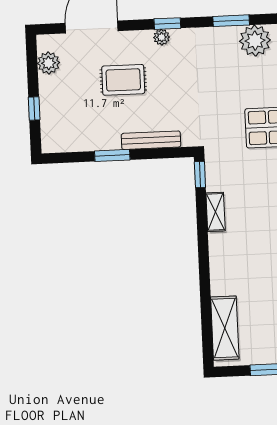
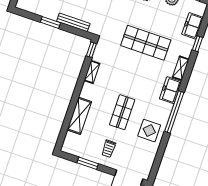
shelving: (225, 328) -> (79, 116), moved

